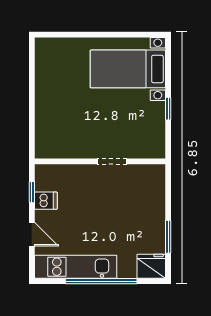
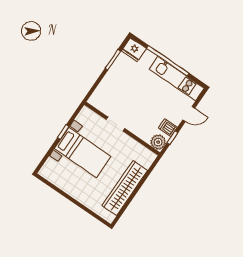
bed with nightstands: (128, 69) -> (83, 152), moved
wardrobe: (48, 92) -> (125, 188), added
plant: (45, 175) -> (158, 142), added
door: (32, 234) -> (189, 114), swing flipped

